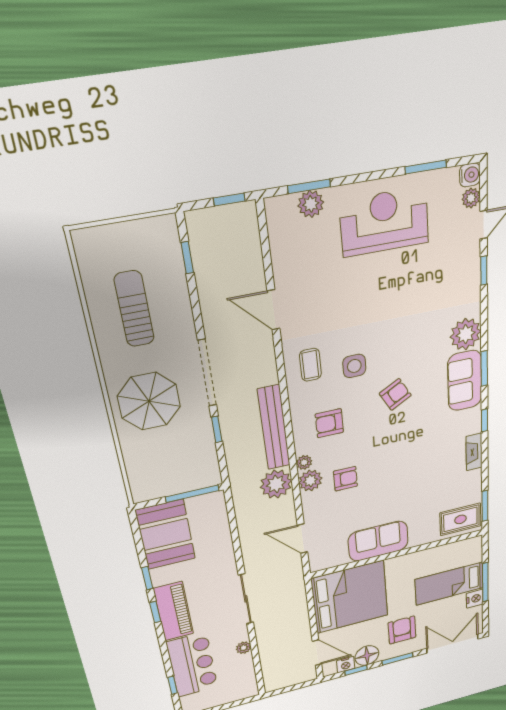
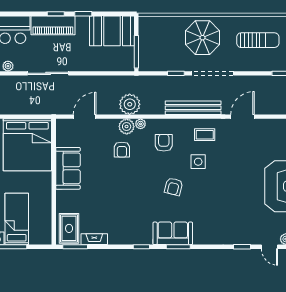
plant: (466, 334) -> (204, 234), removed
armchair: (395, 394) -> (174, 187), turned 43
bench: (274, 428) -> (193, 108), moved
fireplace: (474, 452) -> (94, 239), moved

